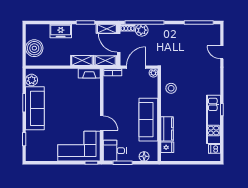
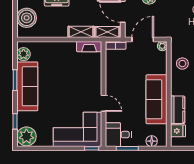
plant: (34, 152) -> (26, 136), added

